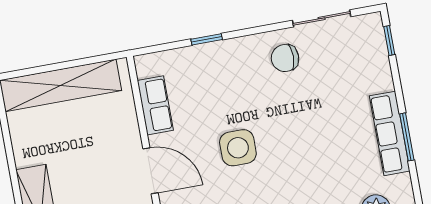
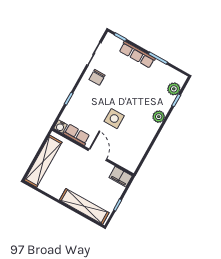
water cooler: (146, 65) -> (60, 126), added
row of seats: (390, 133) -> (137, 55), moved
door: (151, 171) -> (97, 155), hinge flipped

